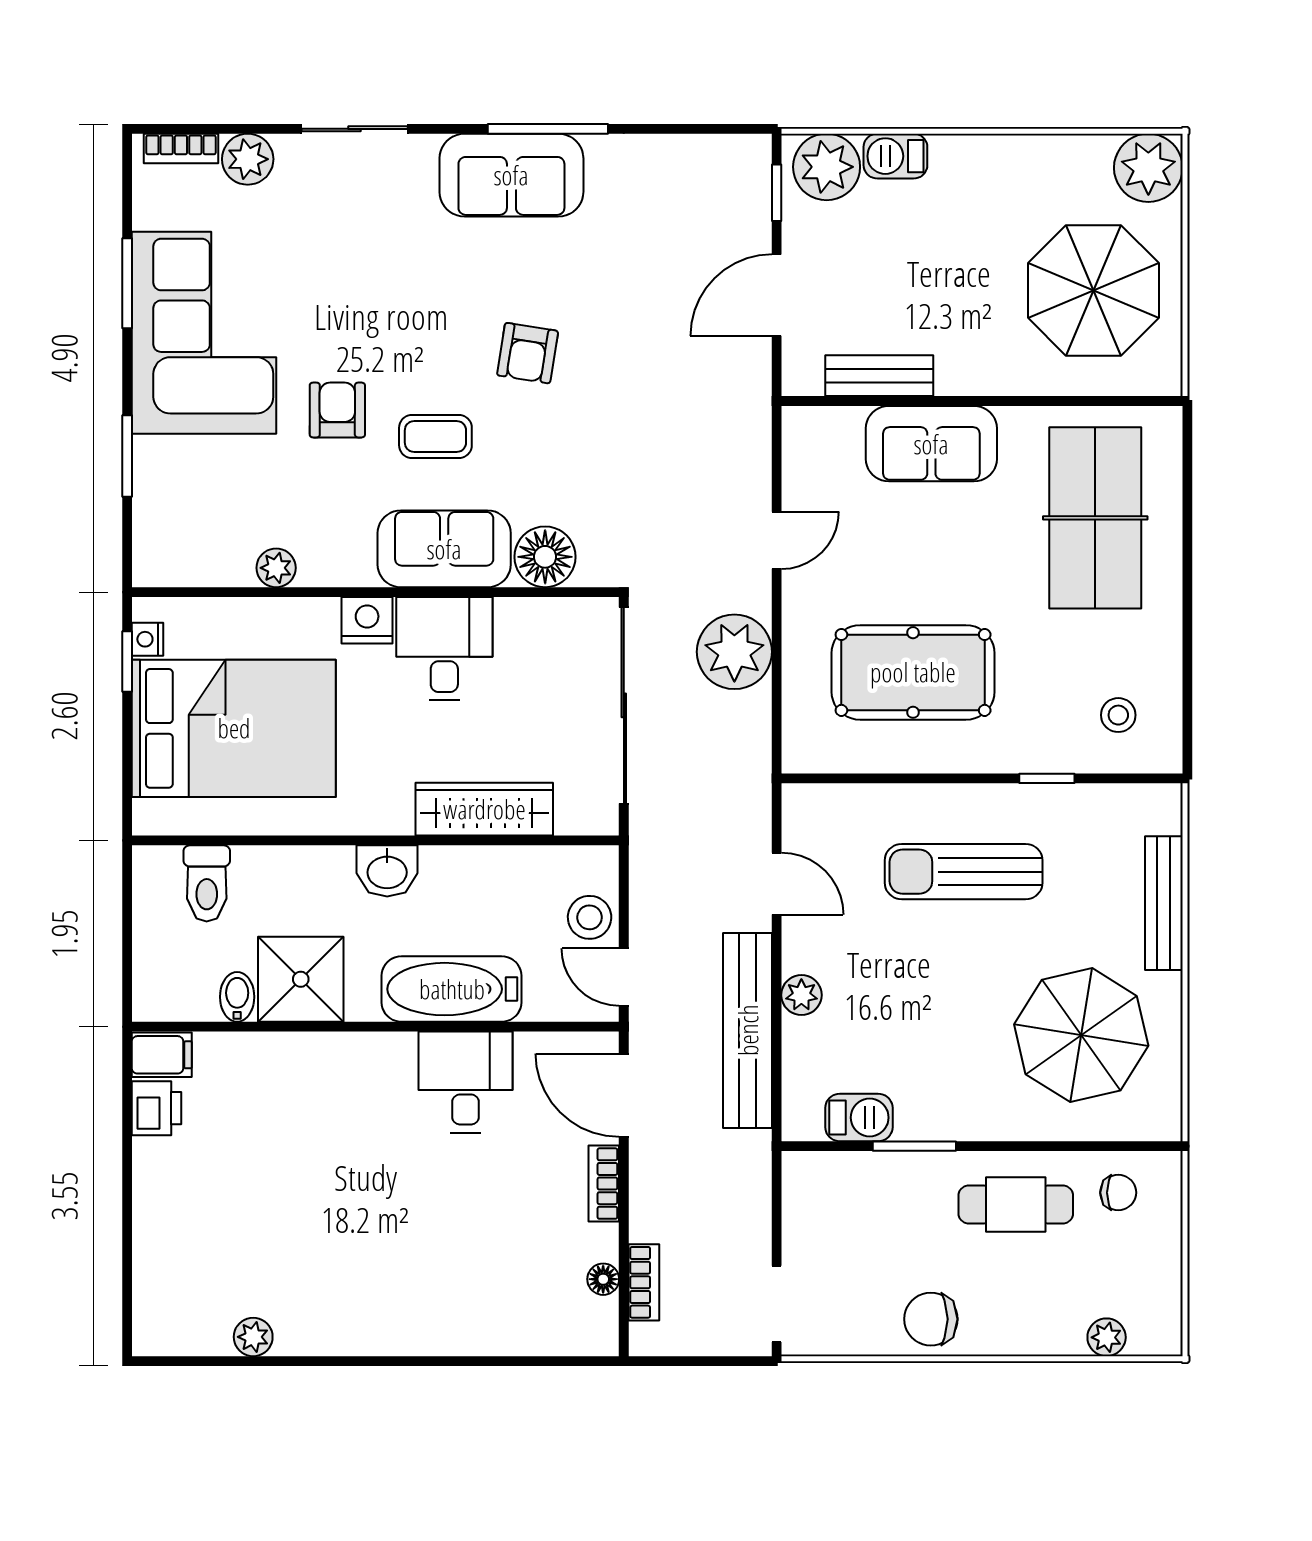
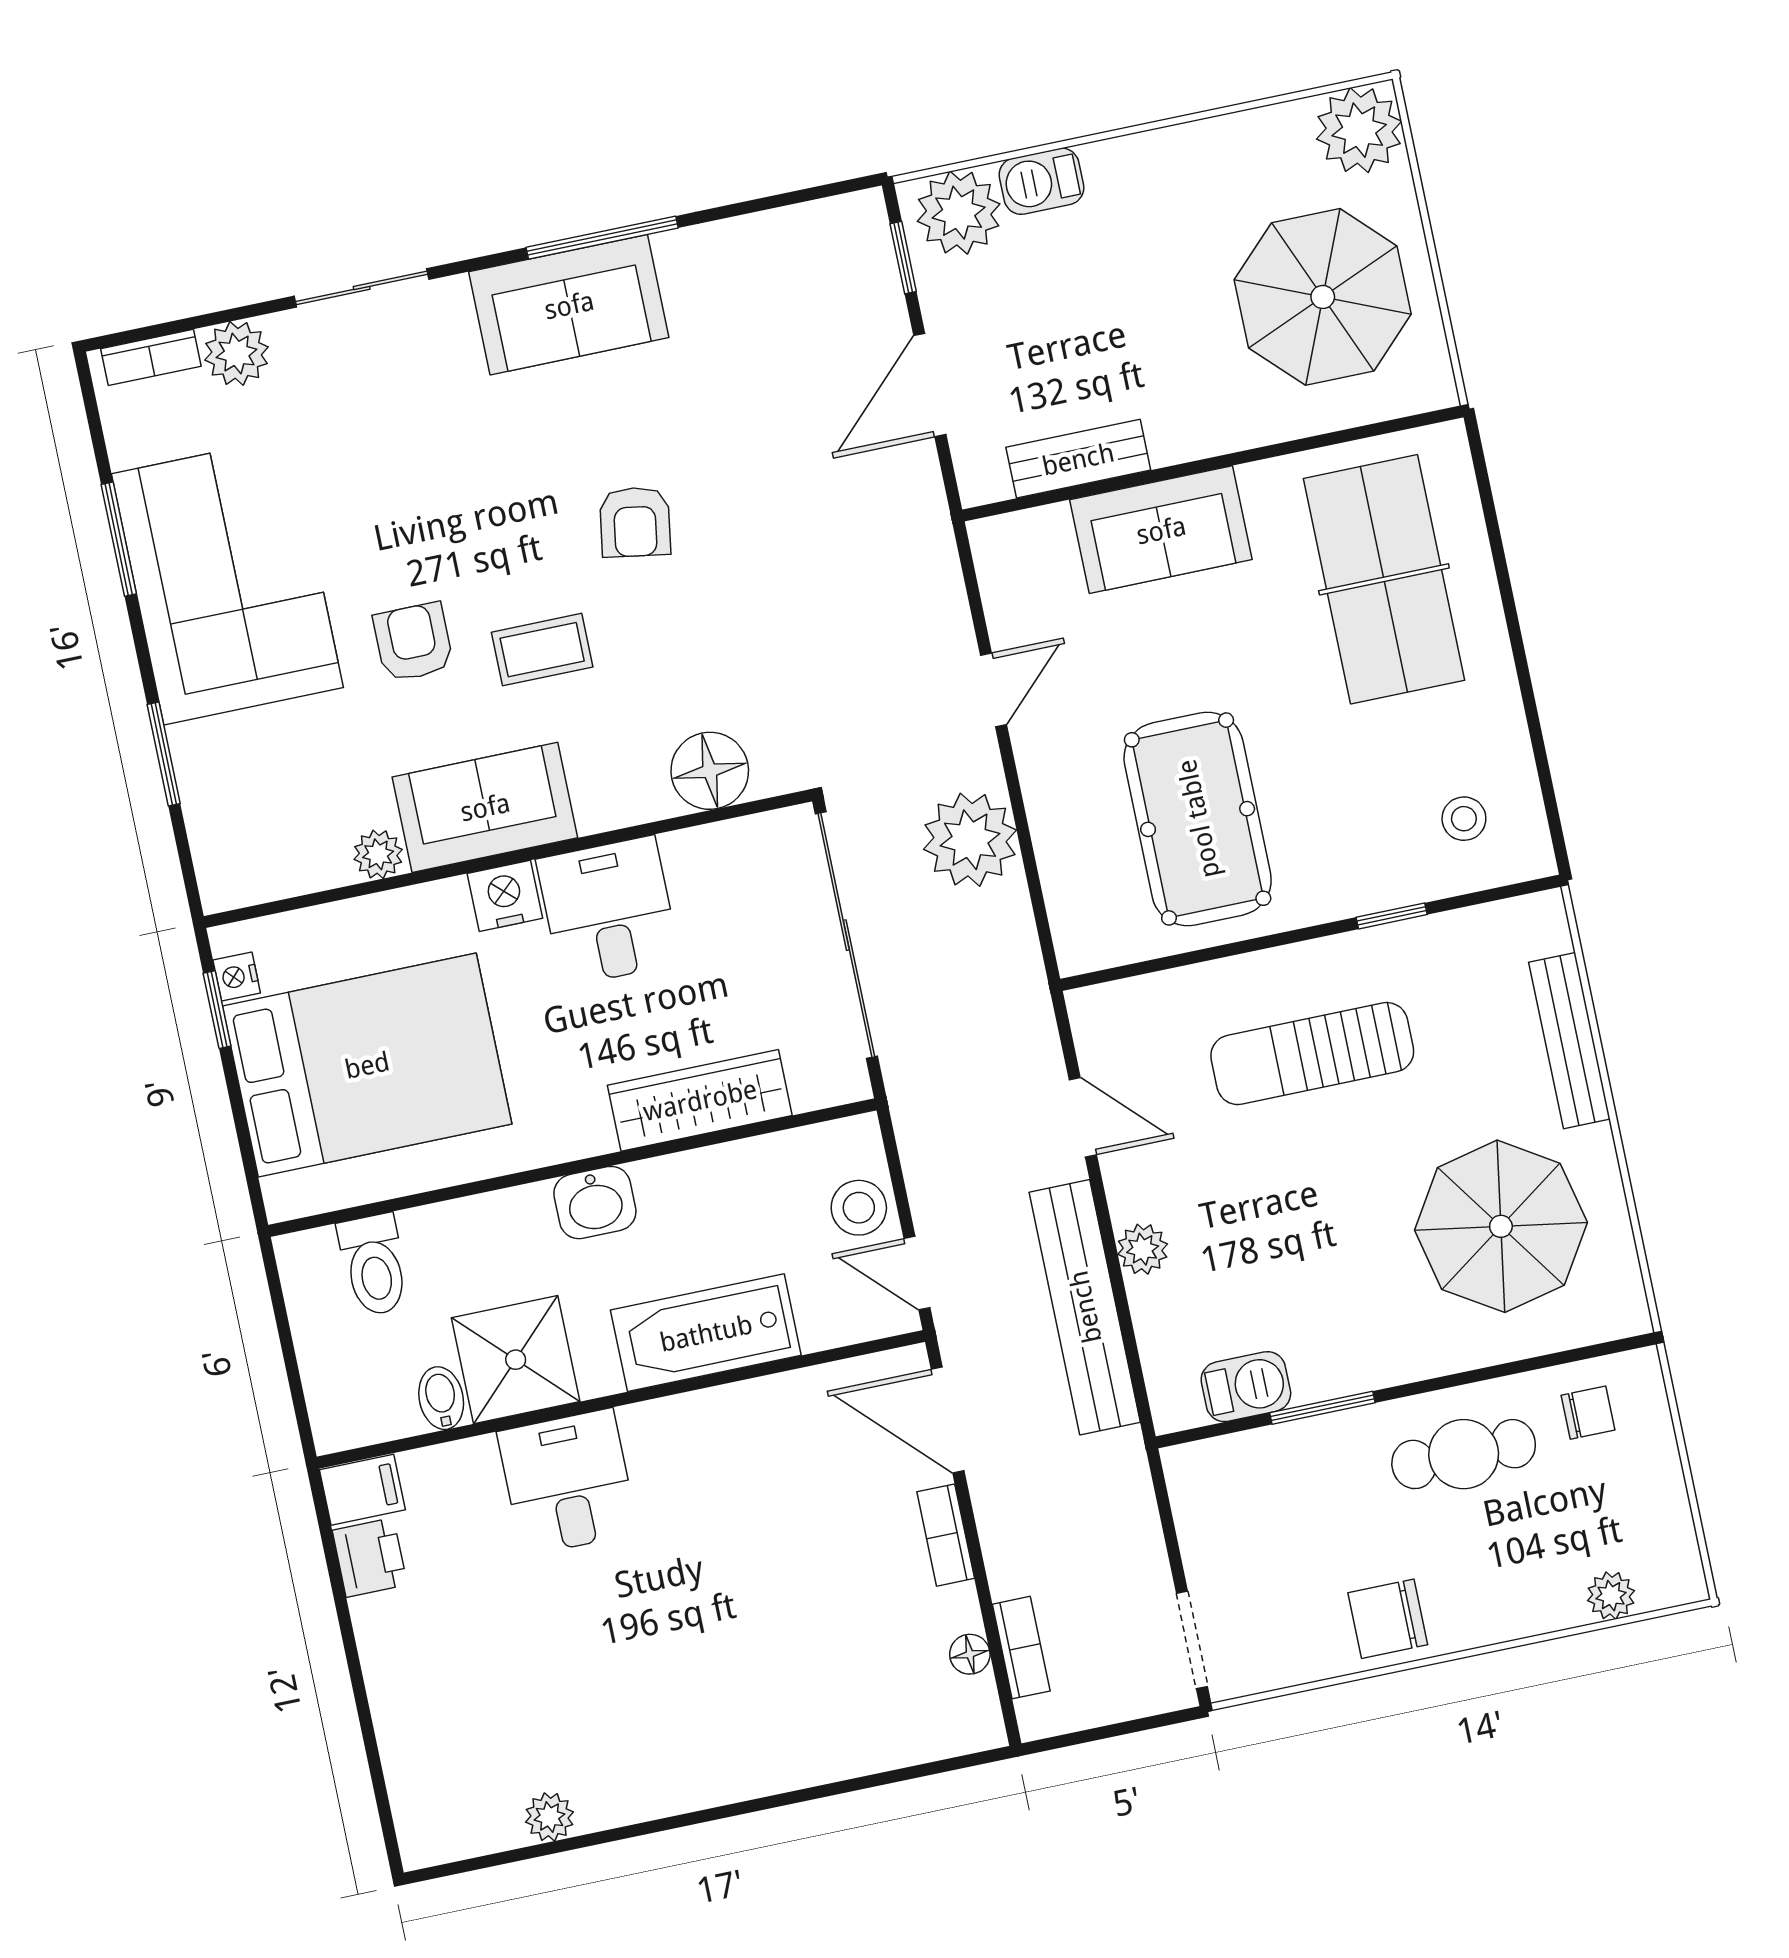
sofa: (444, 549) -> (485, 807), moved
pool table: (913, 672) -> (1198, 819), turned 90
desk: (465, 1082) -> (568, 1482), moved

